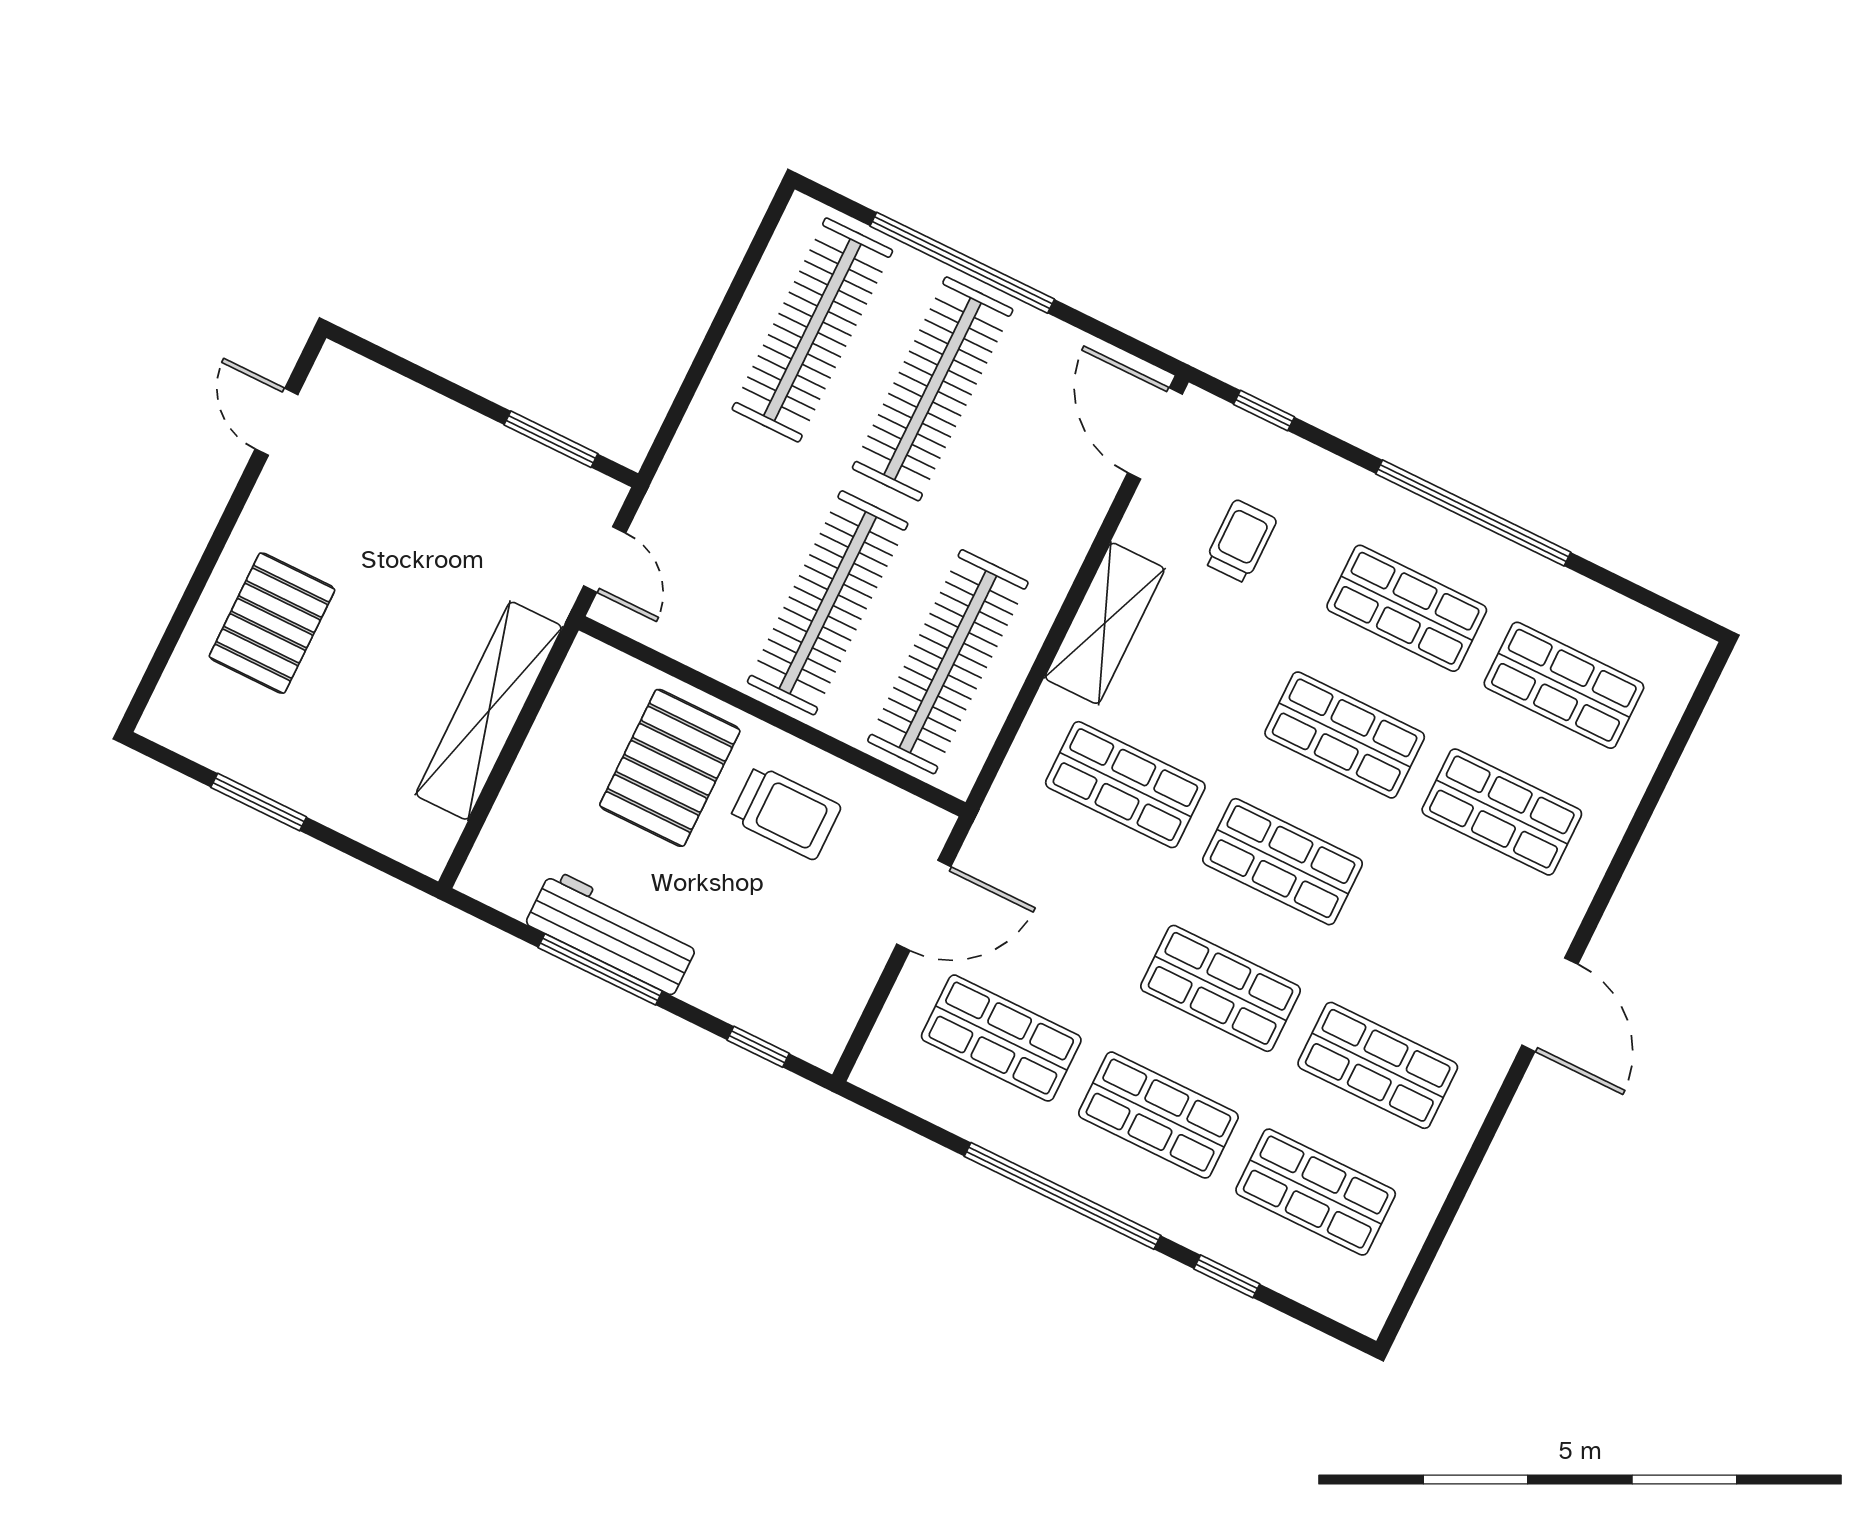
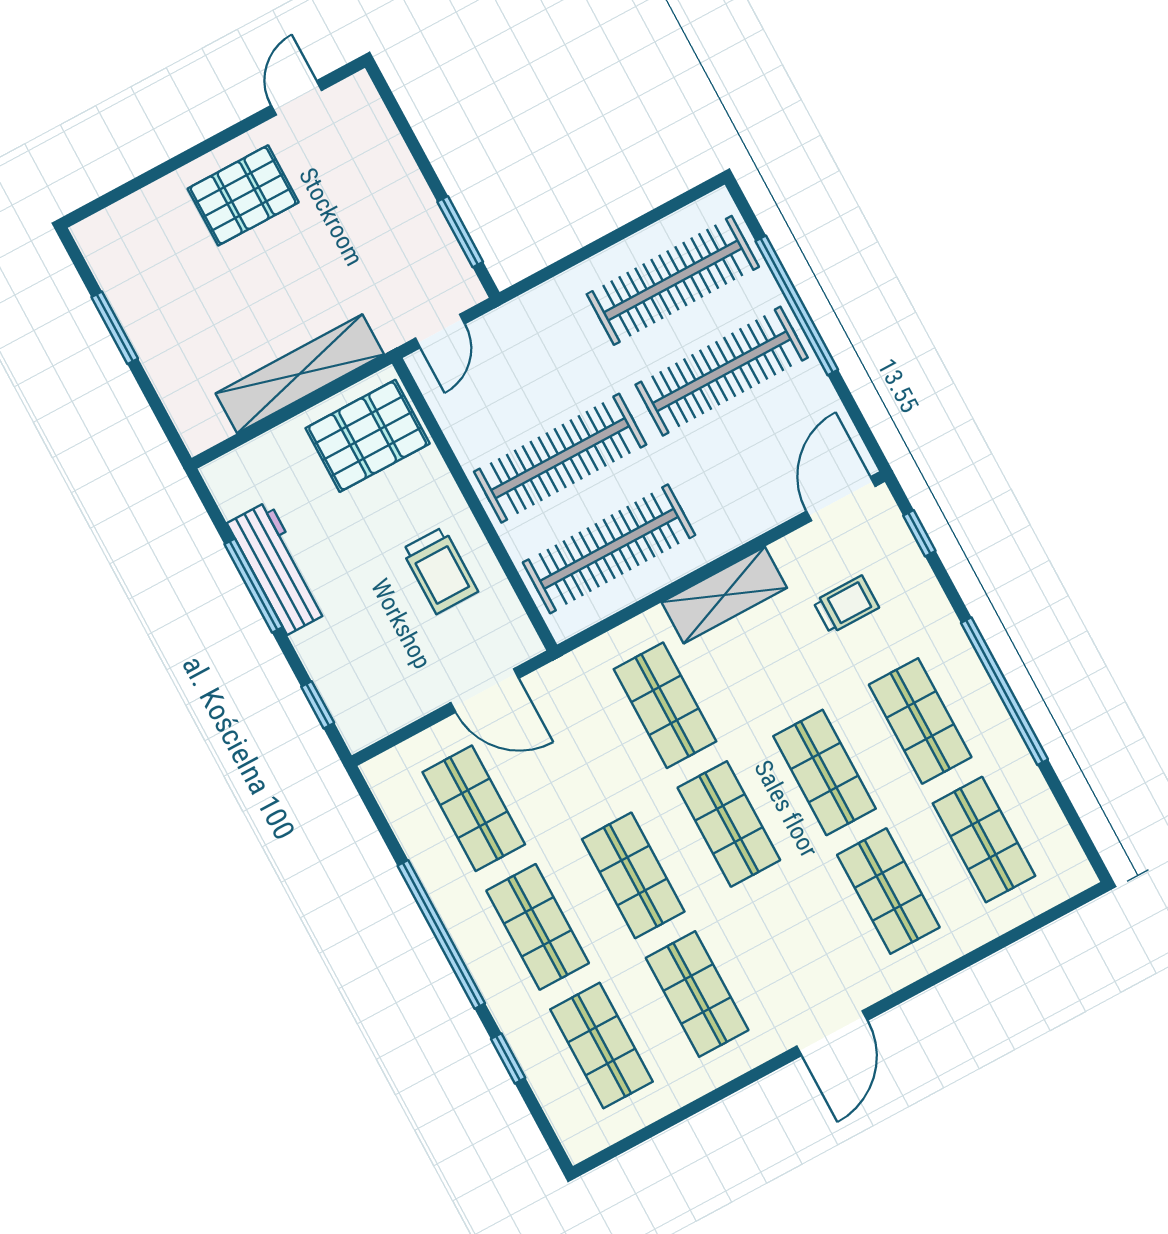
pallet: (272, 623) -> (243, 195), moved
pallet: (670, 768) -> (368, 436), moved

